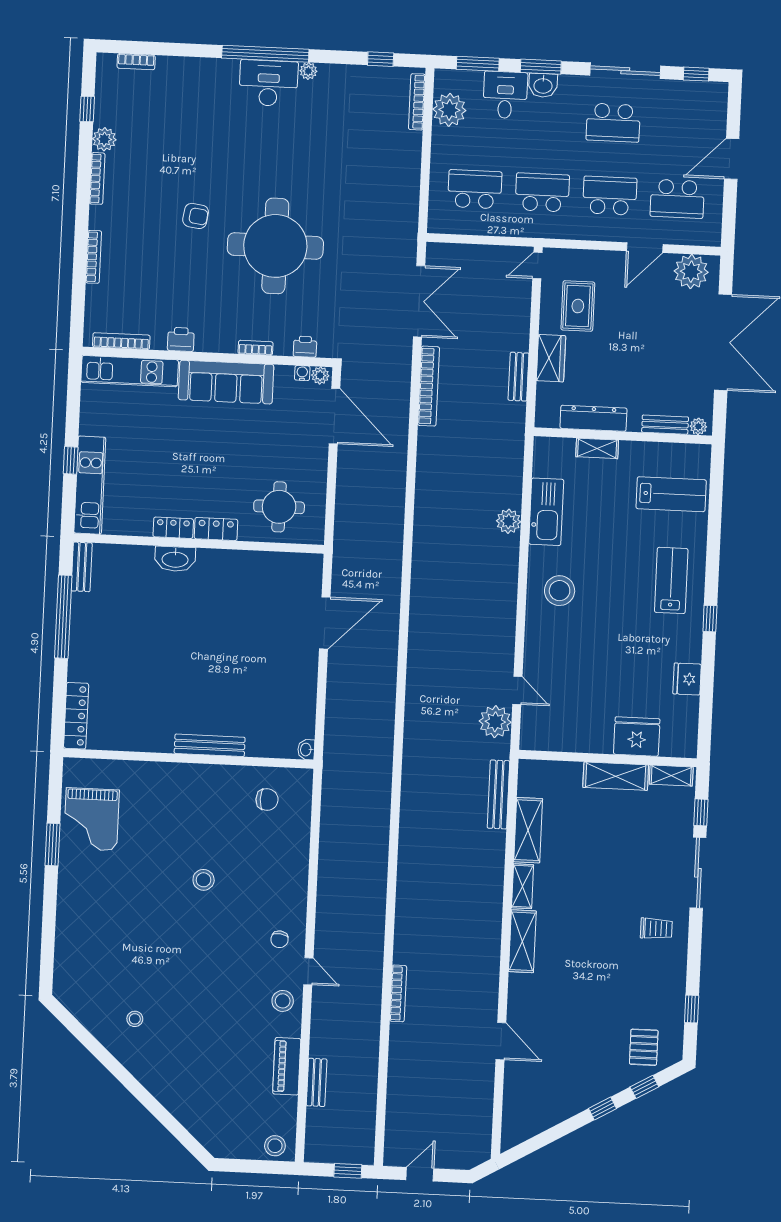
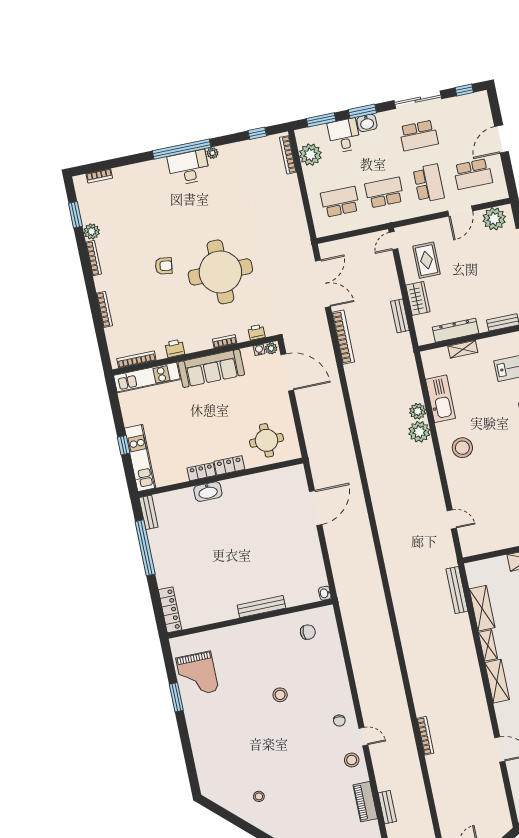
window: (87, 109) -> (75, 215), width x1.50
school desk: (610, 196) -> (429, 183), turned 90
plant: (495, 722) -> (419, 432), moved

